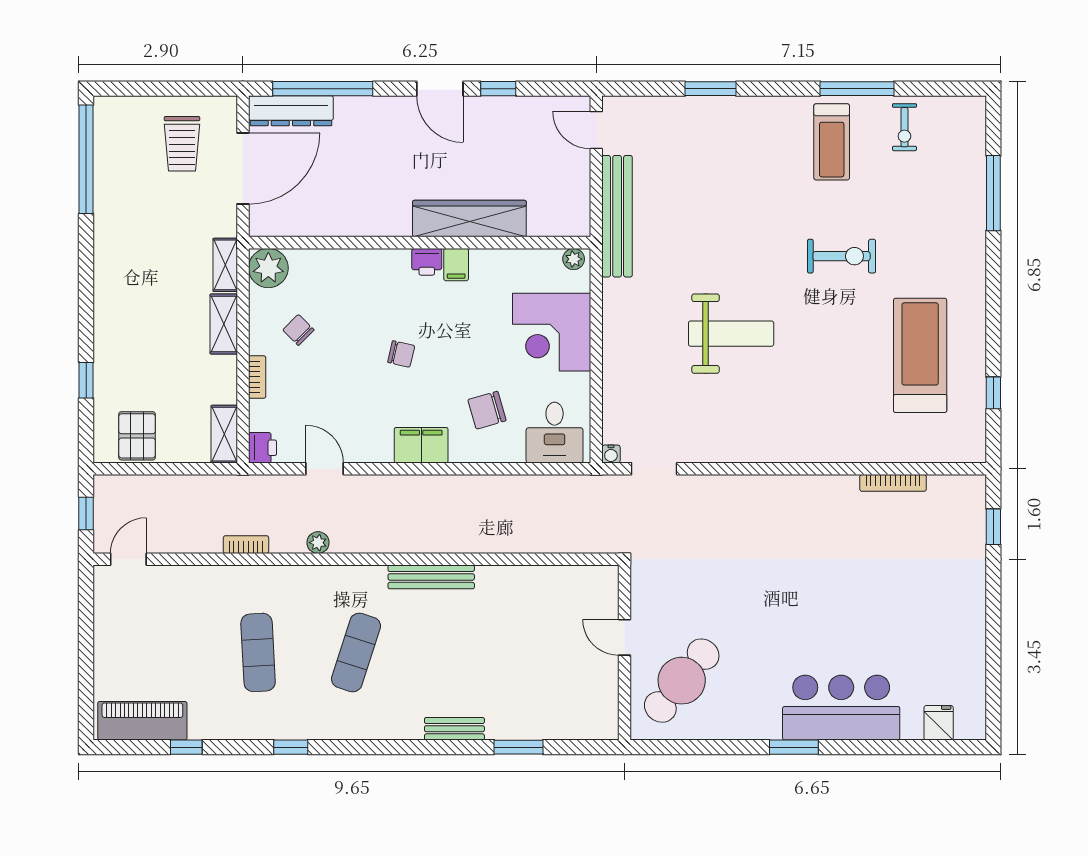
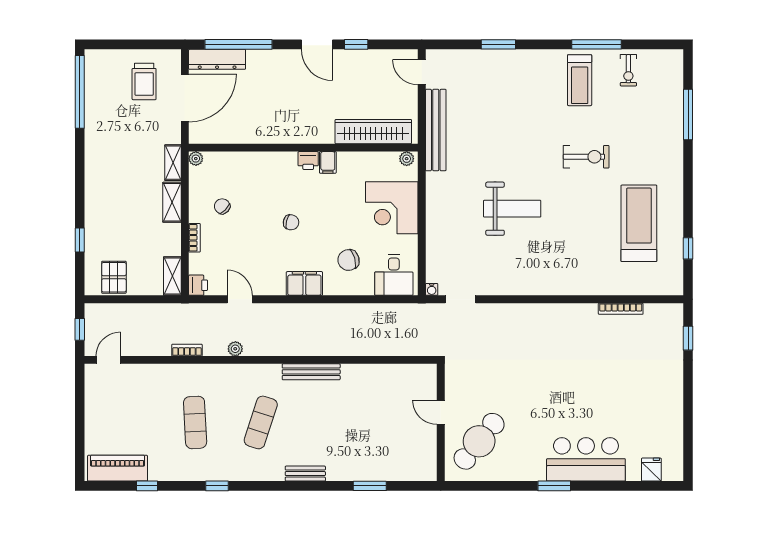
wardrobe: (469, 219) -> (373, 132), moved
plant: (268, 268) -> (196, 159), width x0.53, depth x0.53
bench: (454, 729) -> (305, 474), moved

